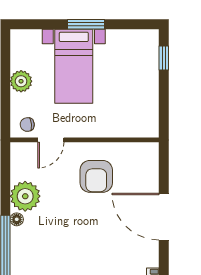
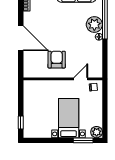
window: (86, 24) -> (83, 140), moved
plant: (21, 81) -> (97, 132), moved
plant: (25, 196) -> (94, 25), moved

